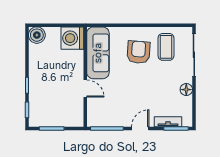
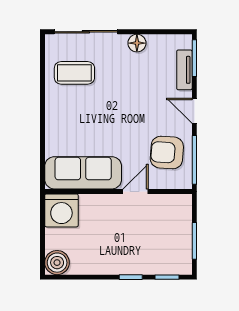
armchair: (138, 52) -> (167, 153), moved

